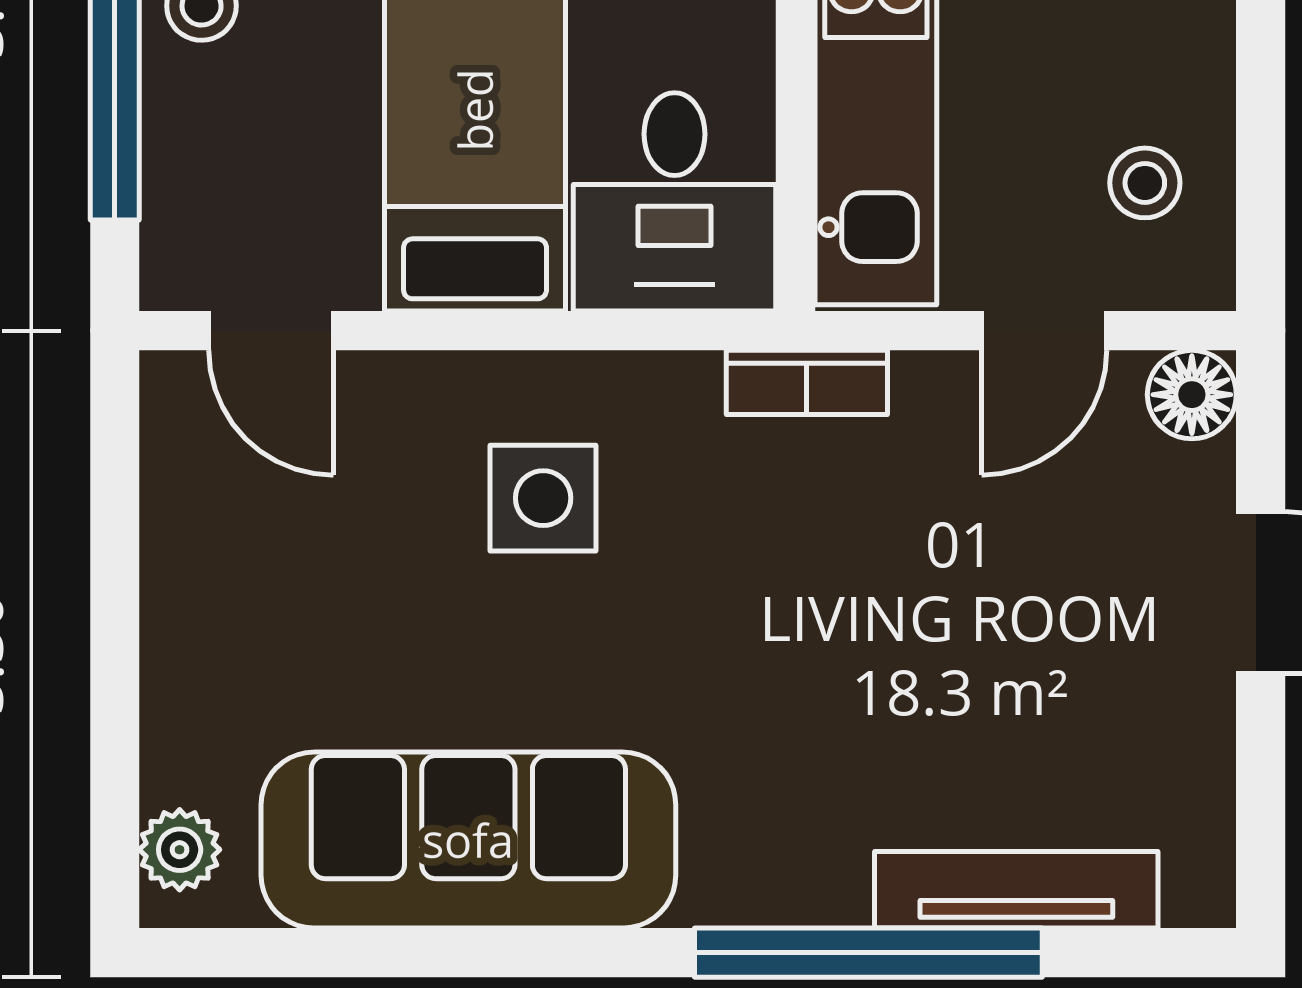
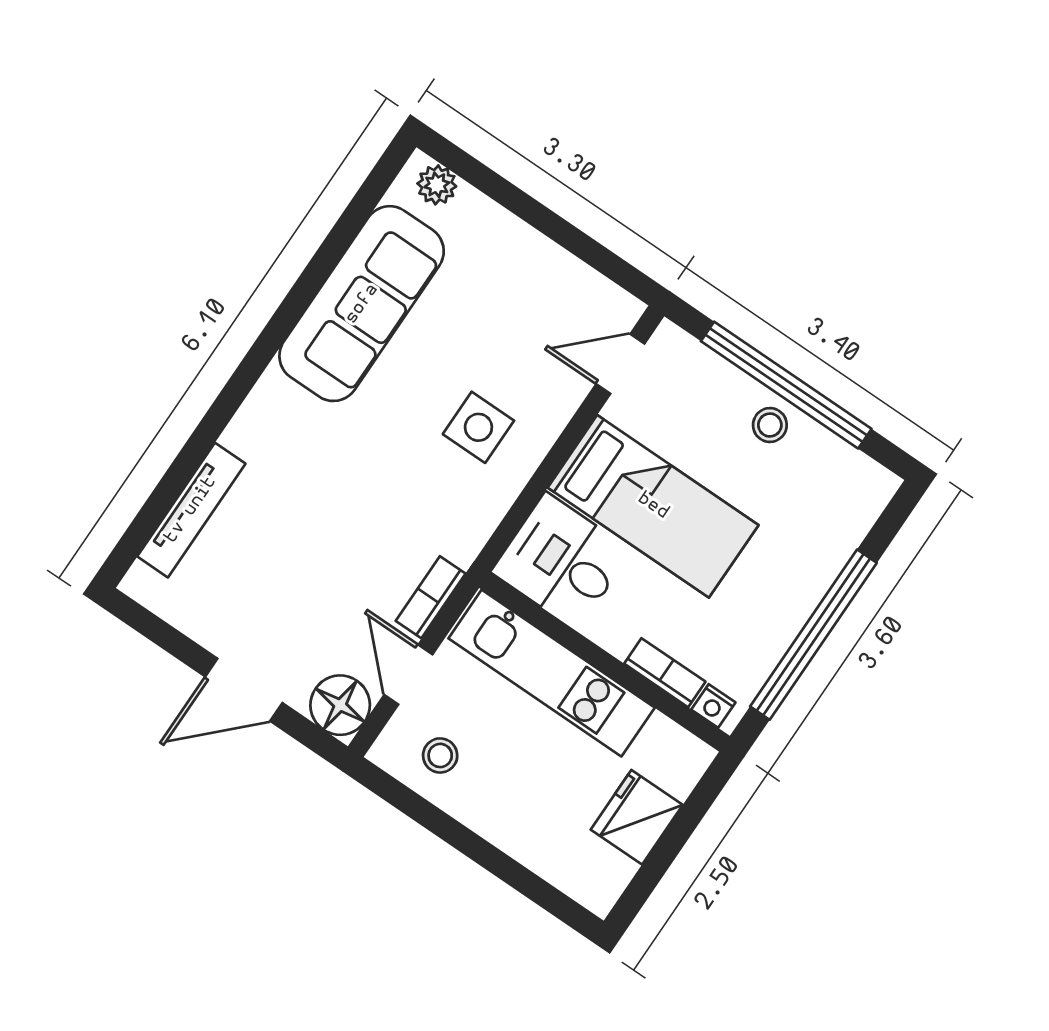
bookcase: (807, 382) -> (431, 597), moved
floor lamp: (1192, 395) -> (340, 705), width x1.38, depth x1.38
window: (868, 953) -> (207, 433), removed

